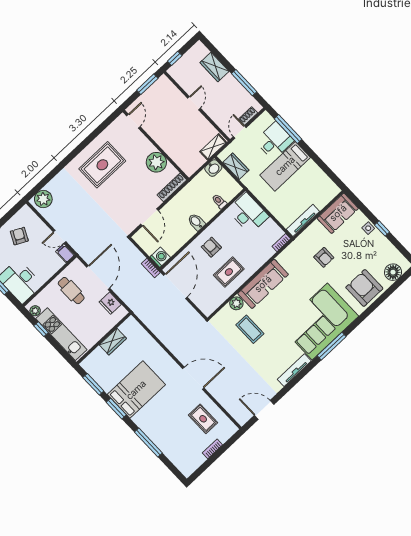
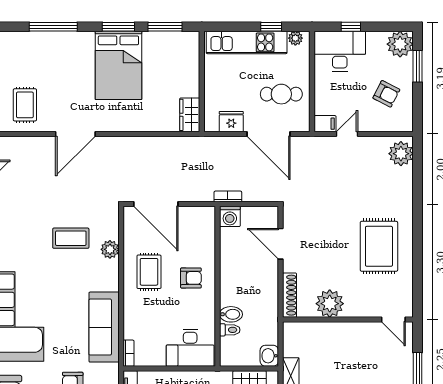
bidet: (196, 222) -> (231, 314), moved
sofa: (263, 284) -> (104, 327), moved
door: (175, 286) -> (156, 204), moved
wardrobe: (113, 342) -> (190, 115), moved
rug: (203, 419) -> (25, 105), turned 90

